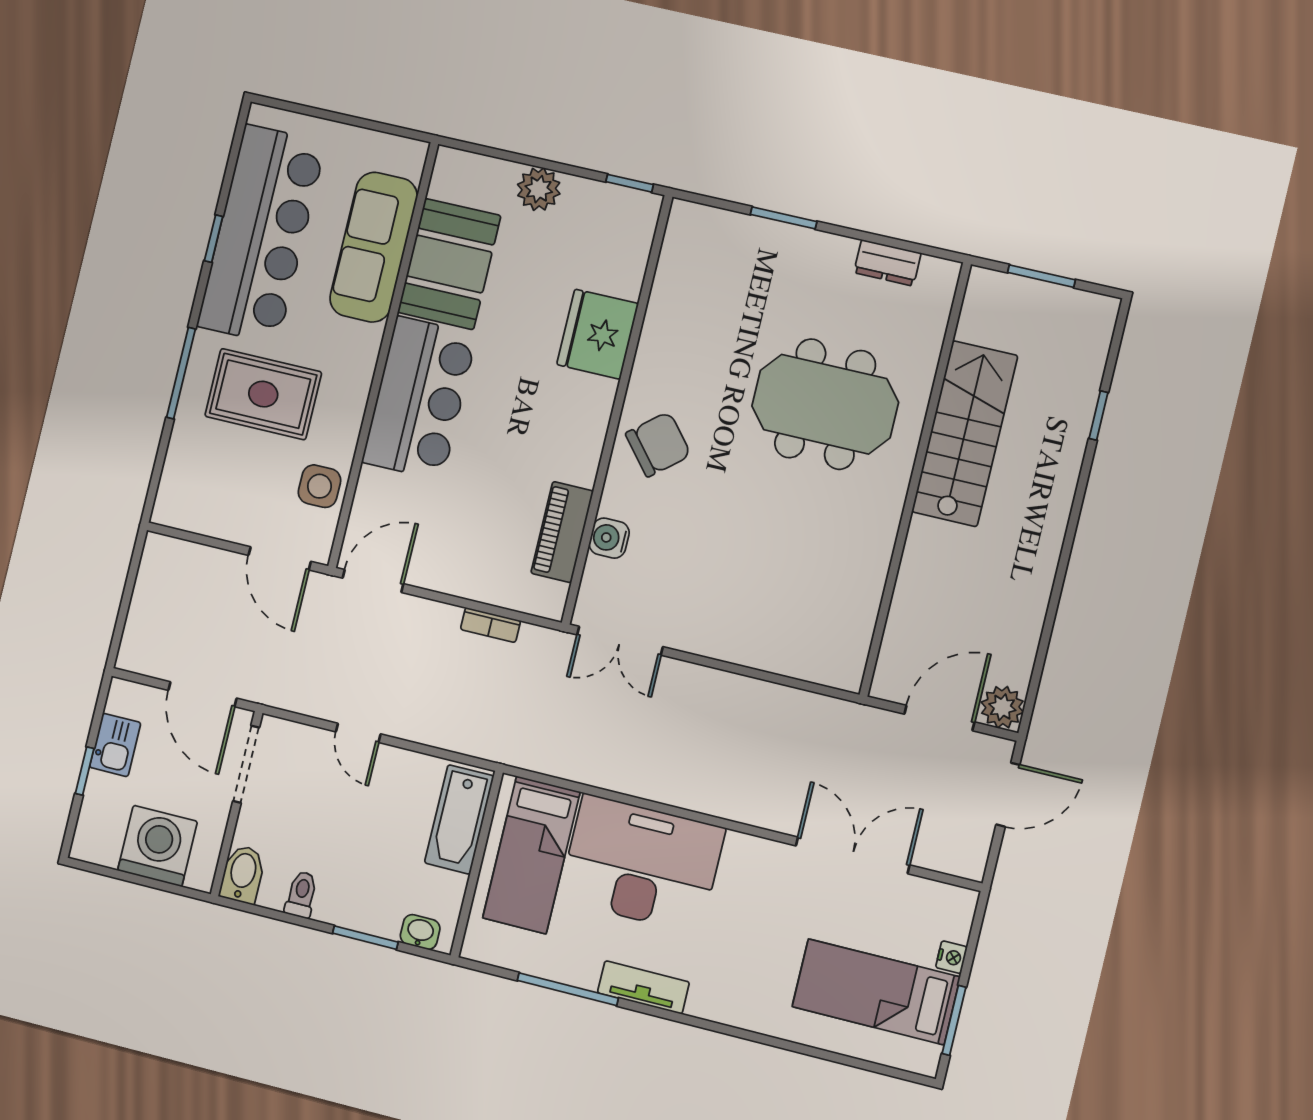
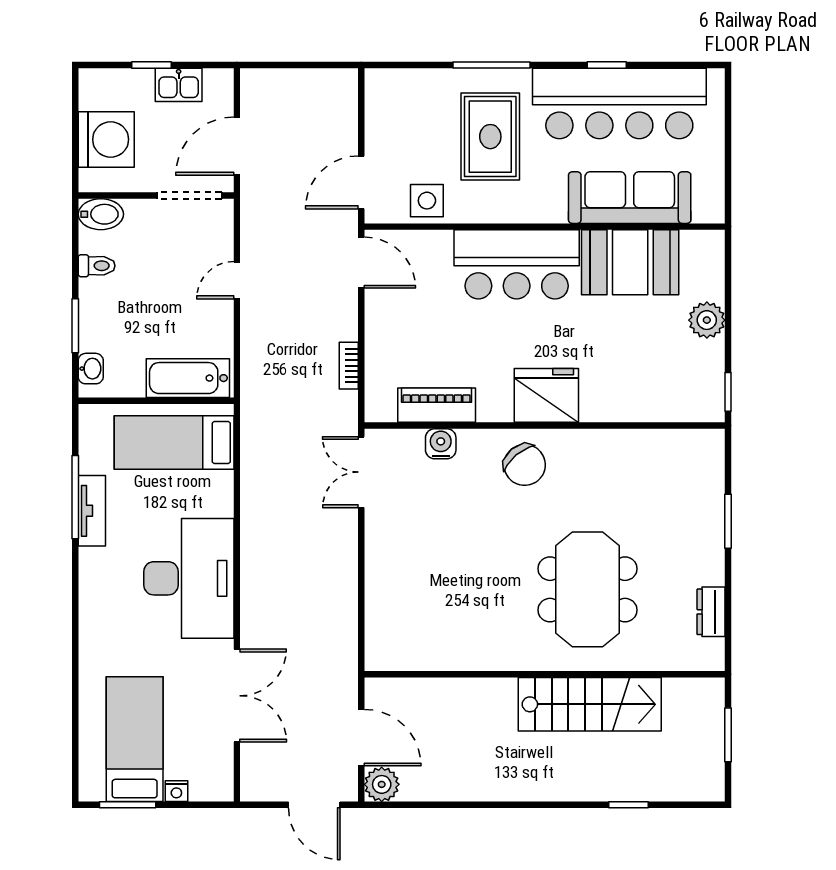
fridge: (598, 334) -> (546, 395), moved
desk: (642, 864) -> (189, 578), moved
tv unit: (643, 987) -> (92, 511), moved

